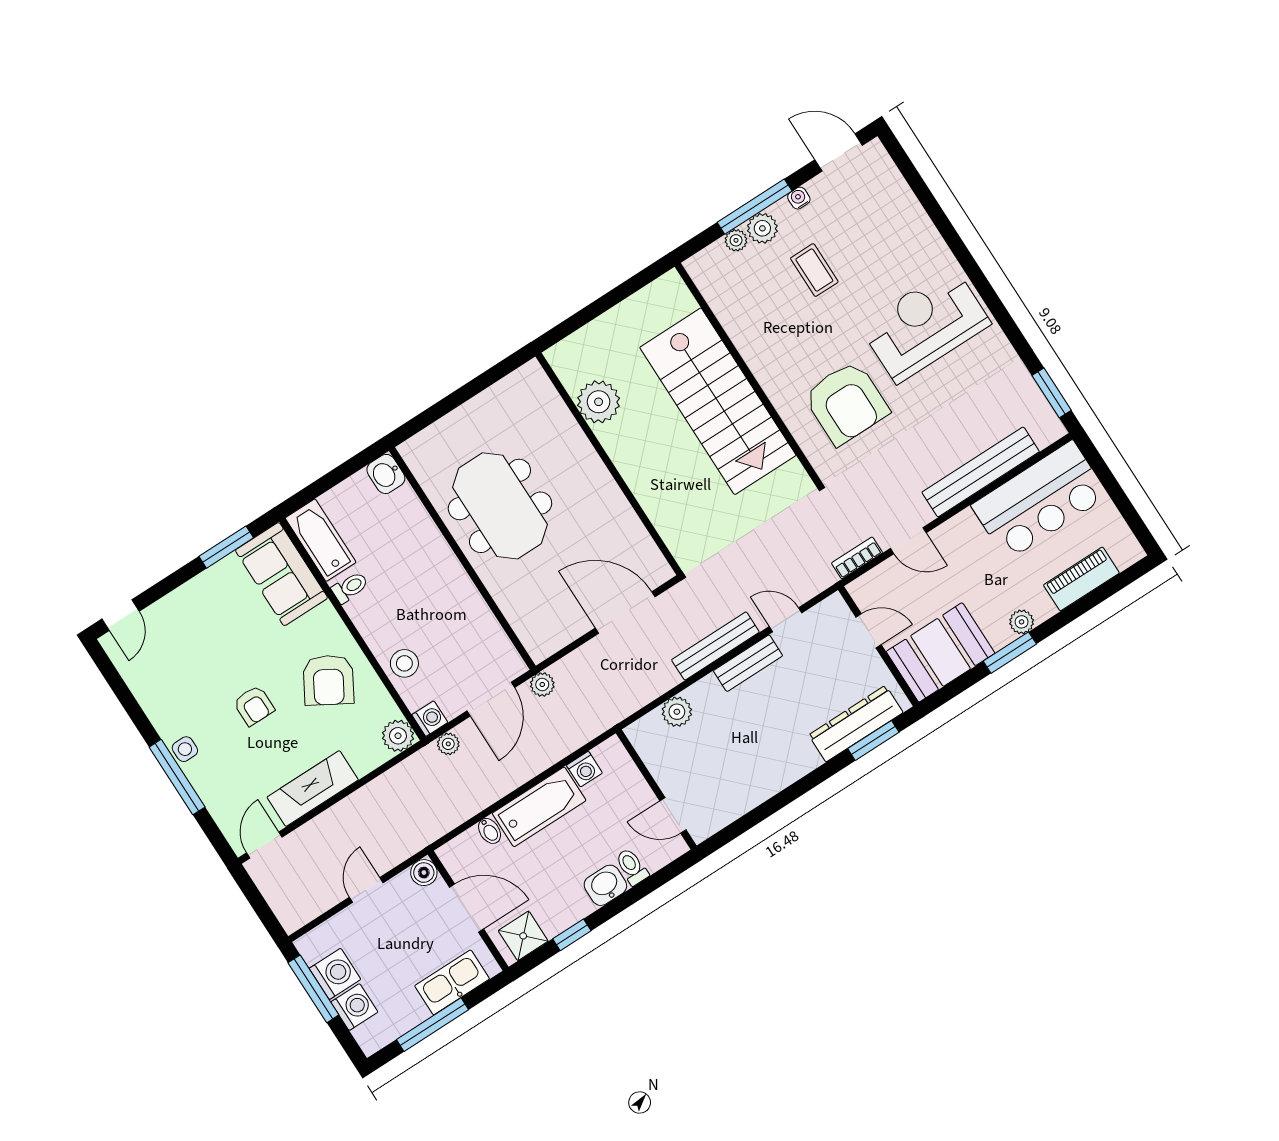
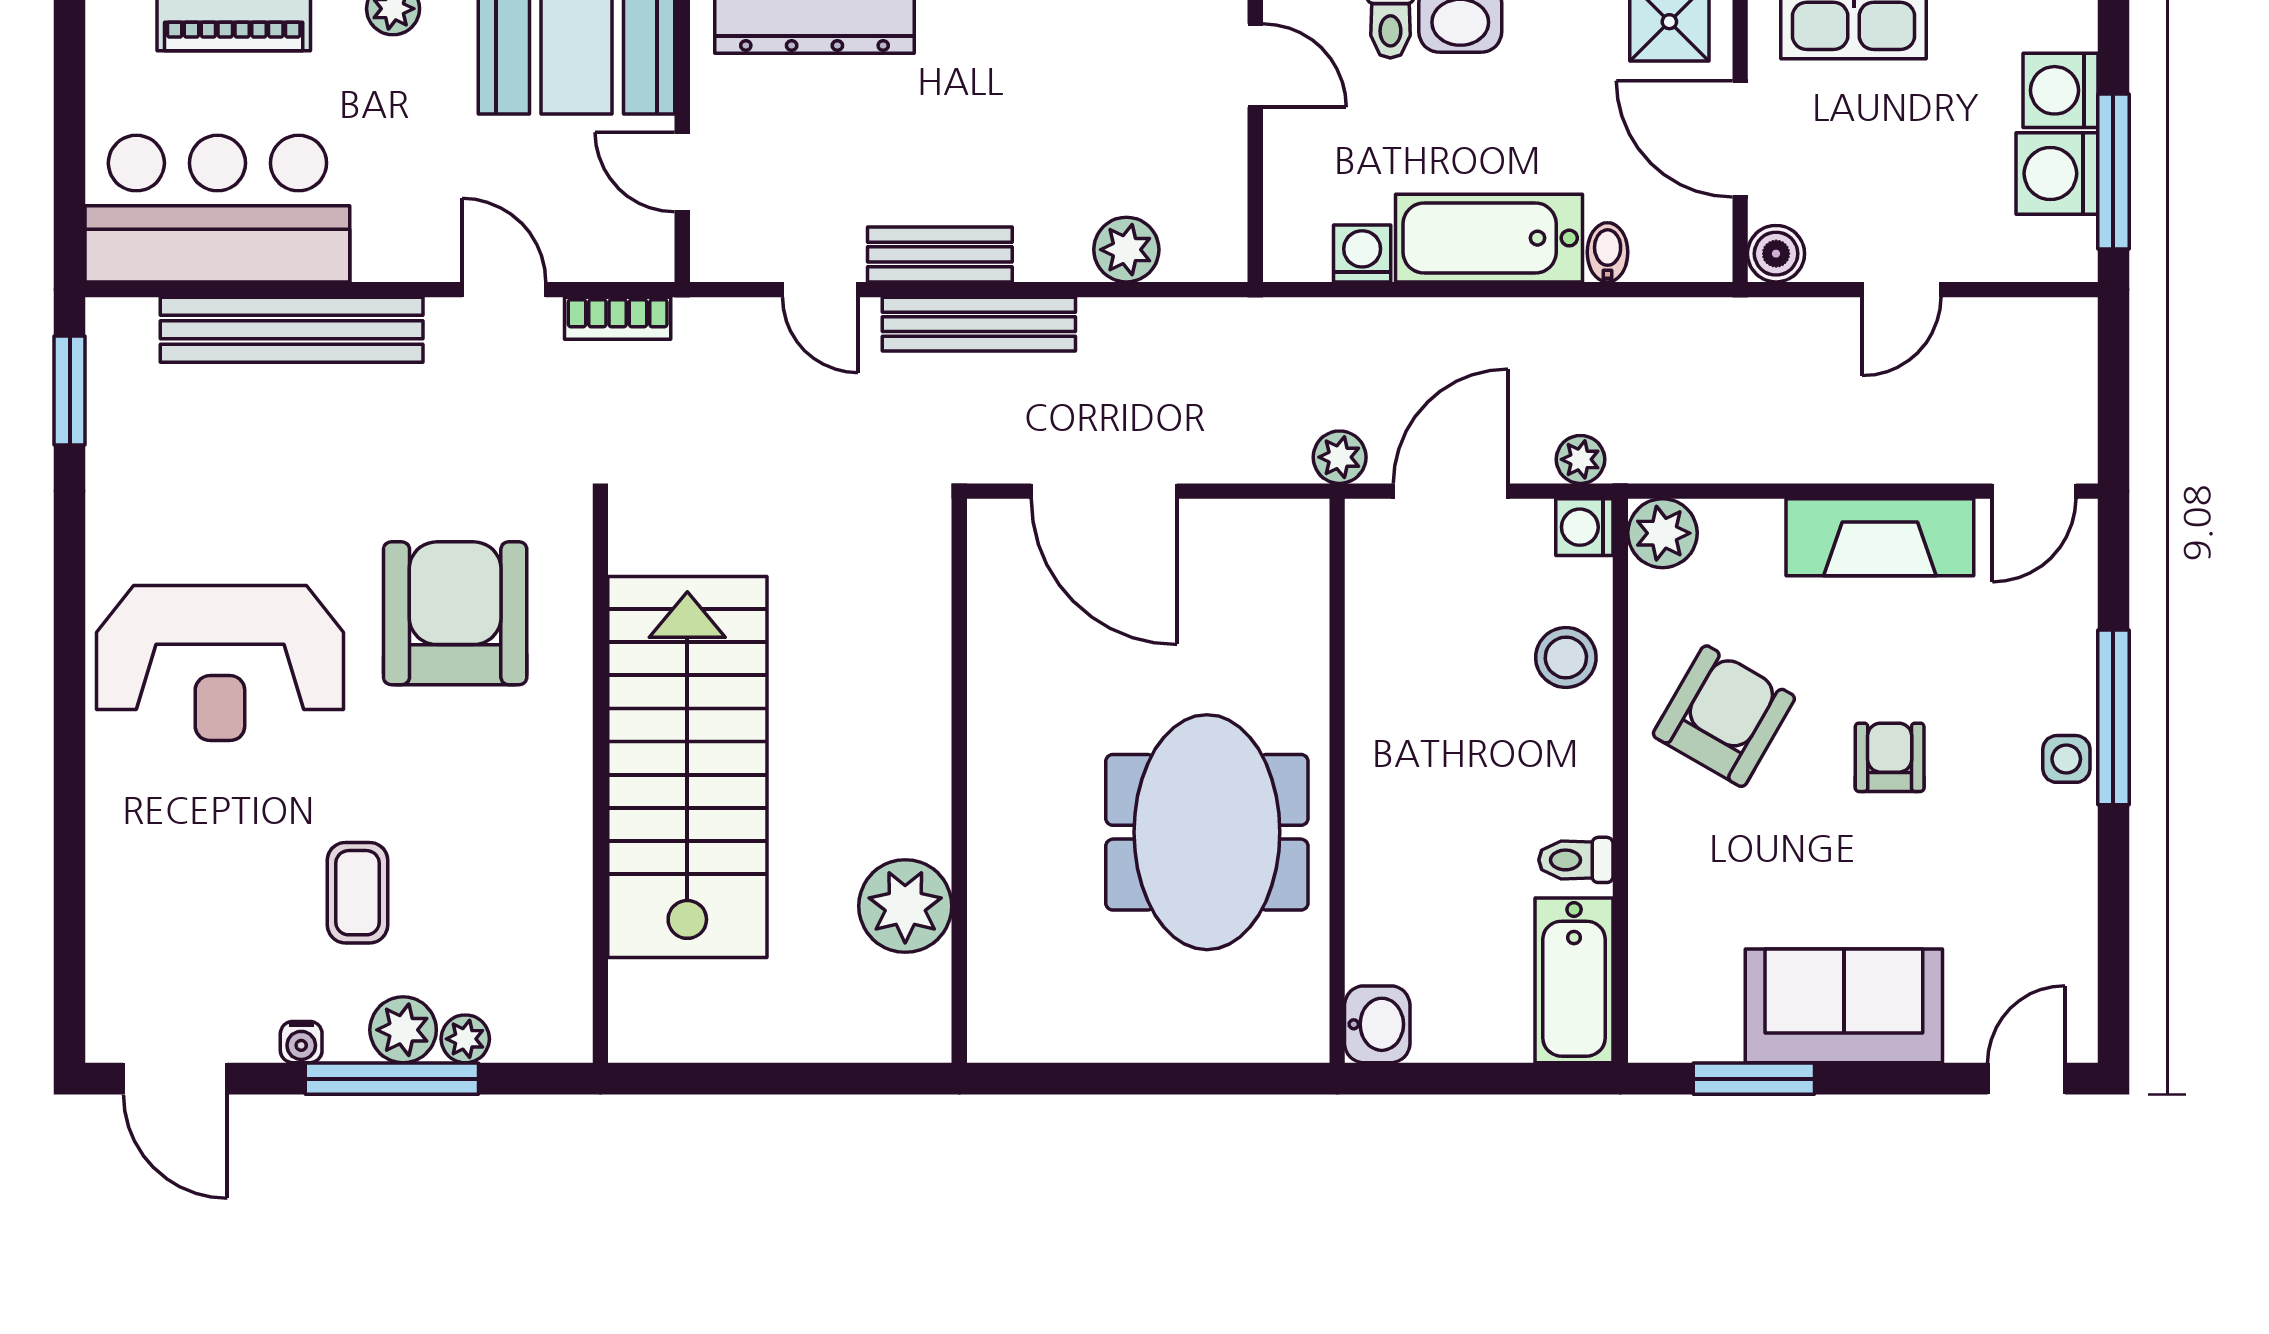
sofa: (282, 574) -> (1844, 1006), moved, turned -90

